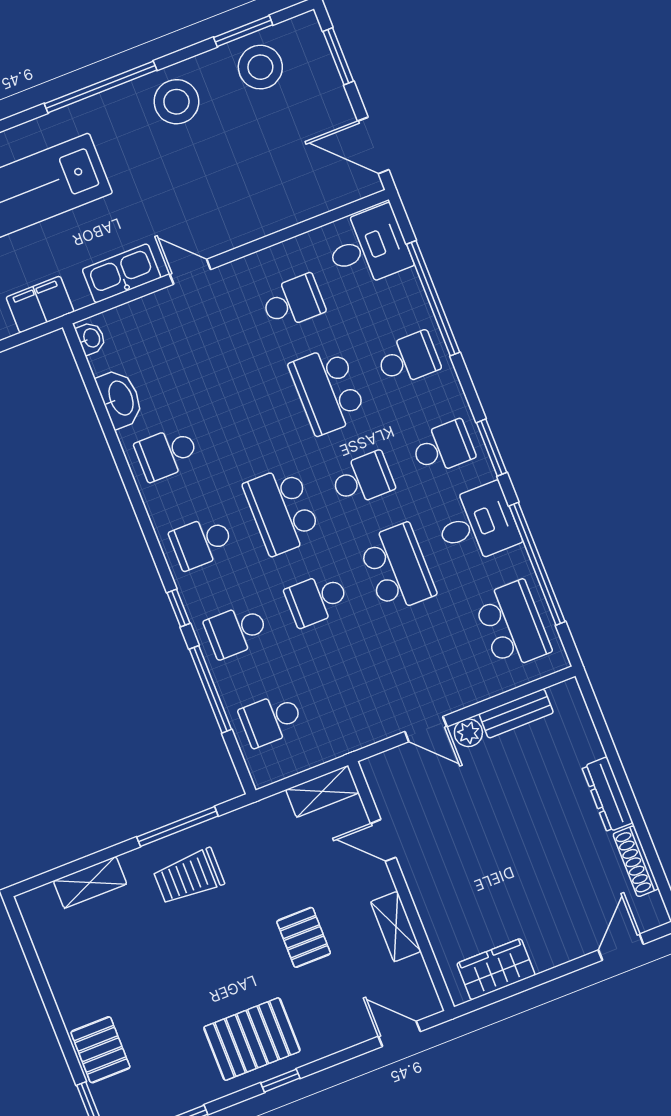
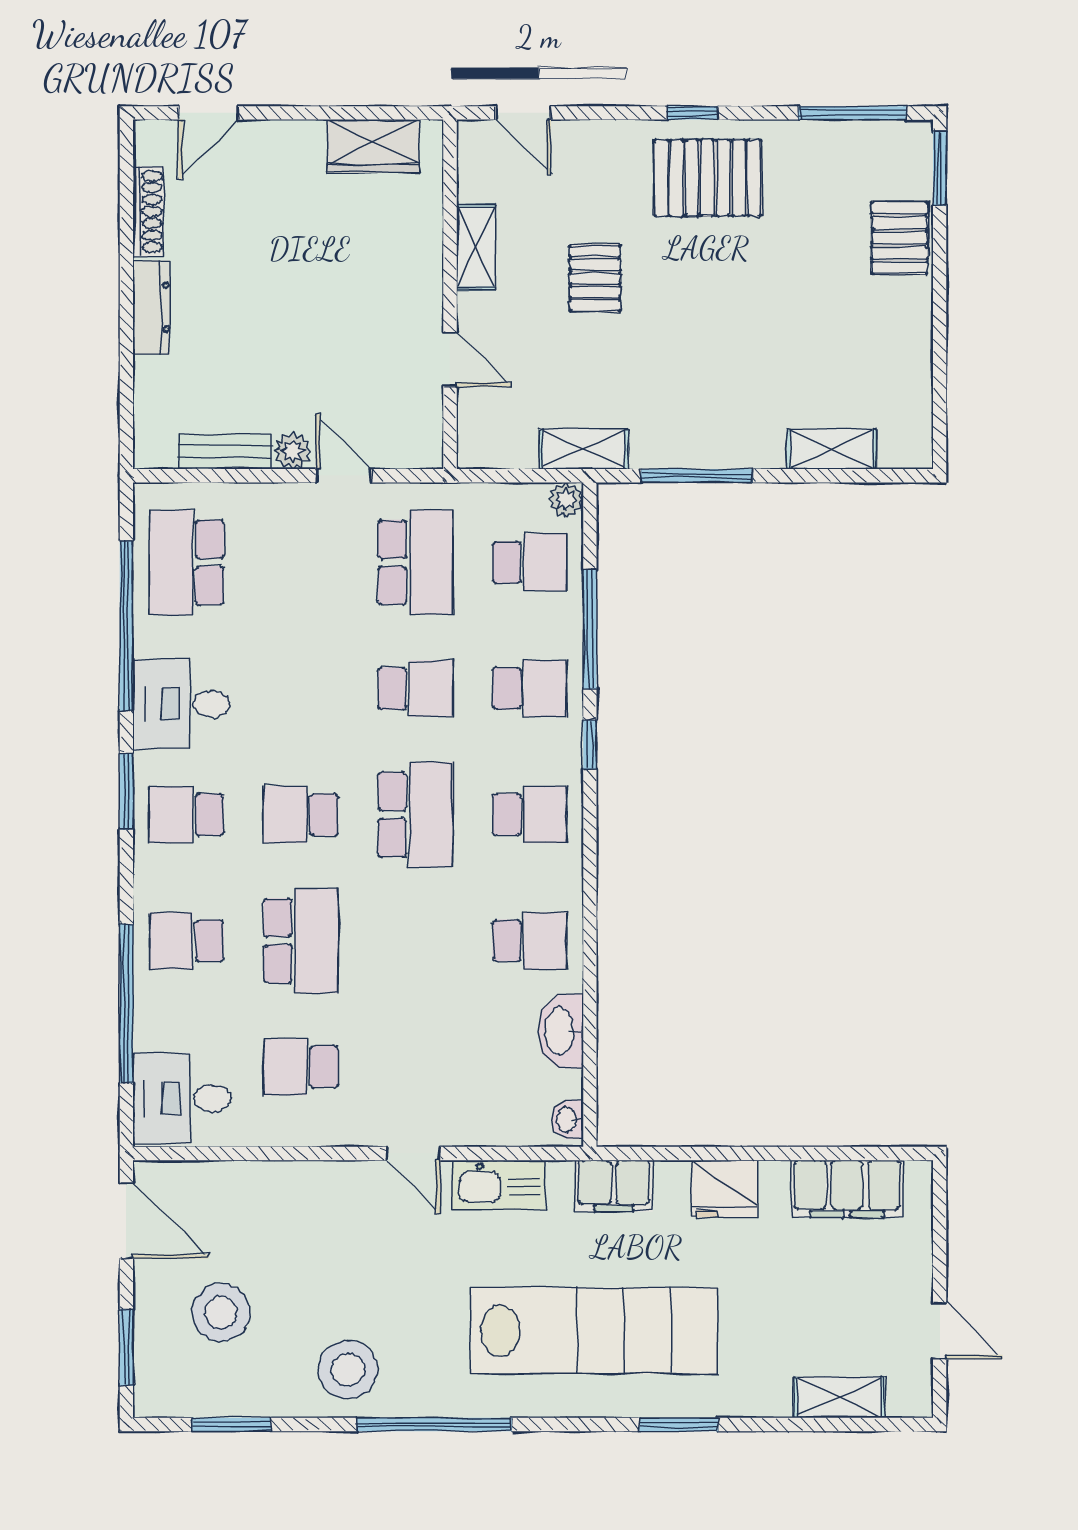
stool: (260, 67) -> (221, 1312), moved
school desk: (397, 568) -> (415, 562), moved, turned 180
plant: (263, 774) -> (566, 500), added
shelving: (322, 791) -> (584, 449), moved
trolley: (189, 877) -> (707, 409), removed

